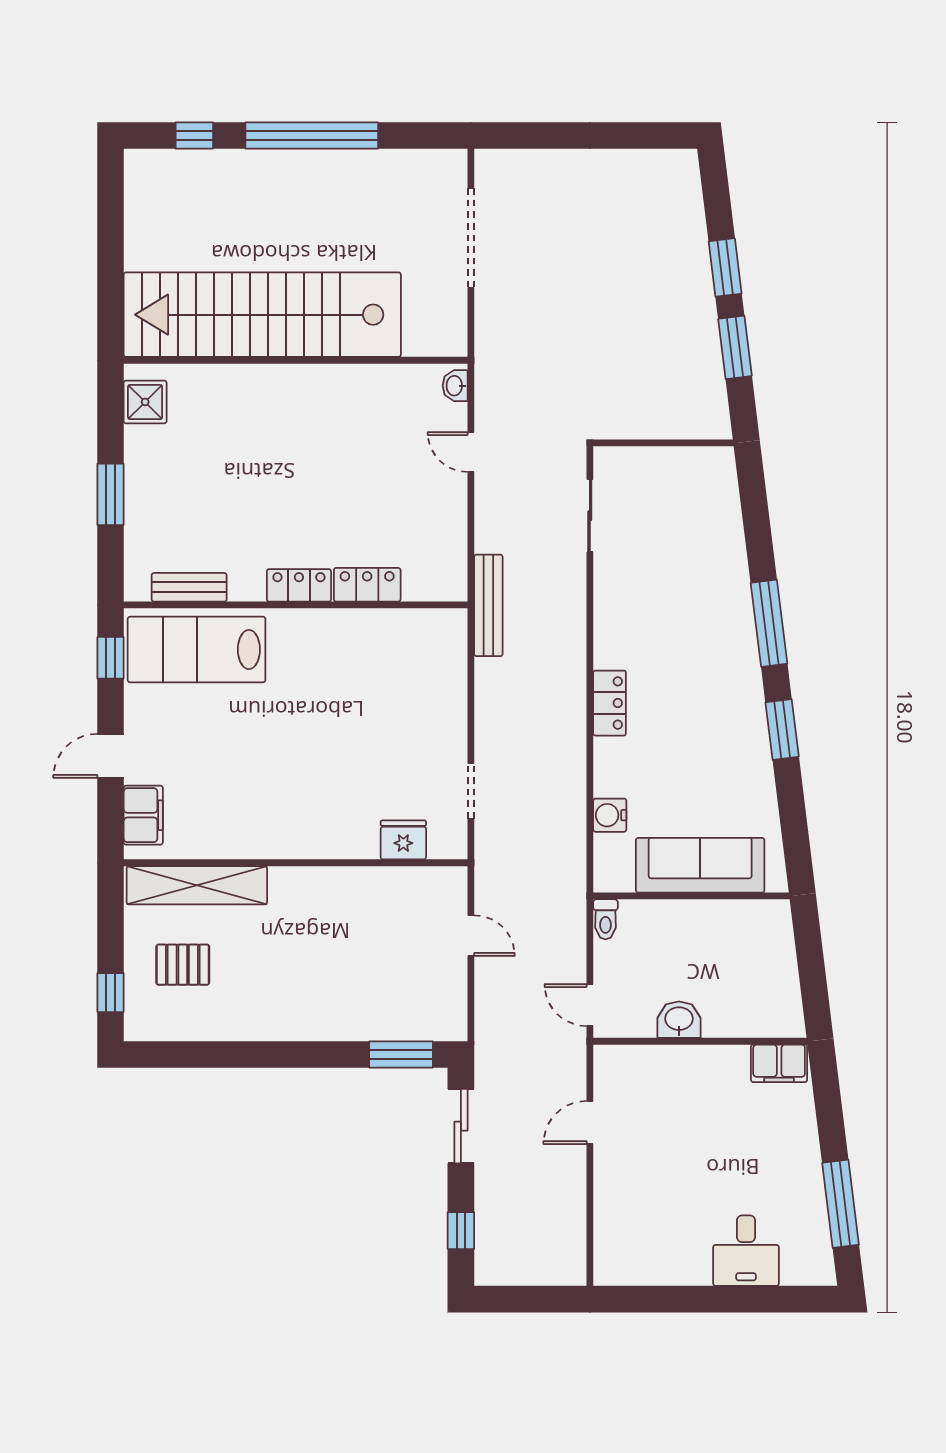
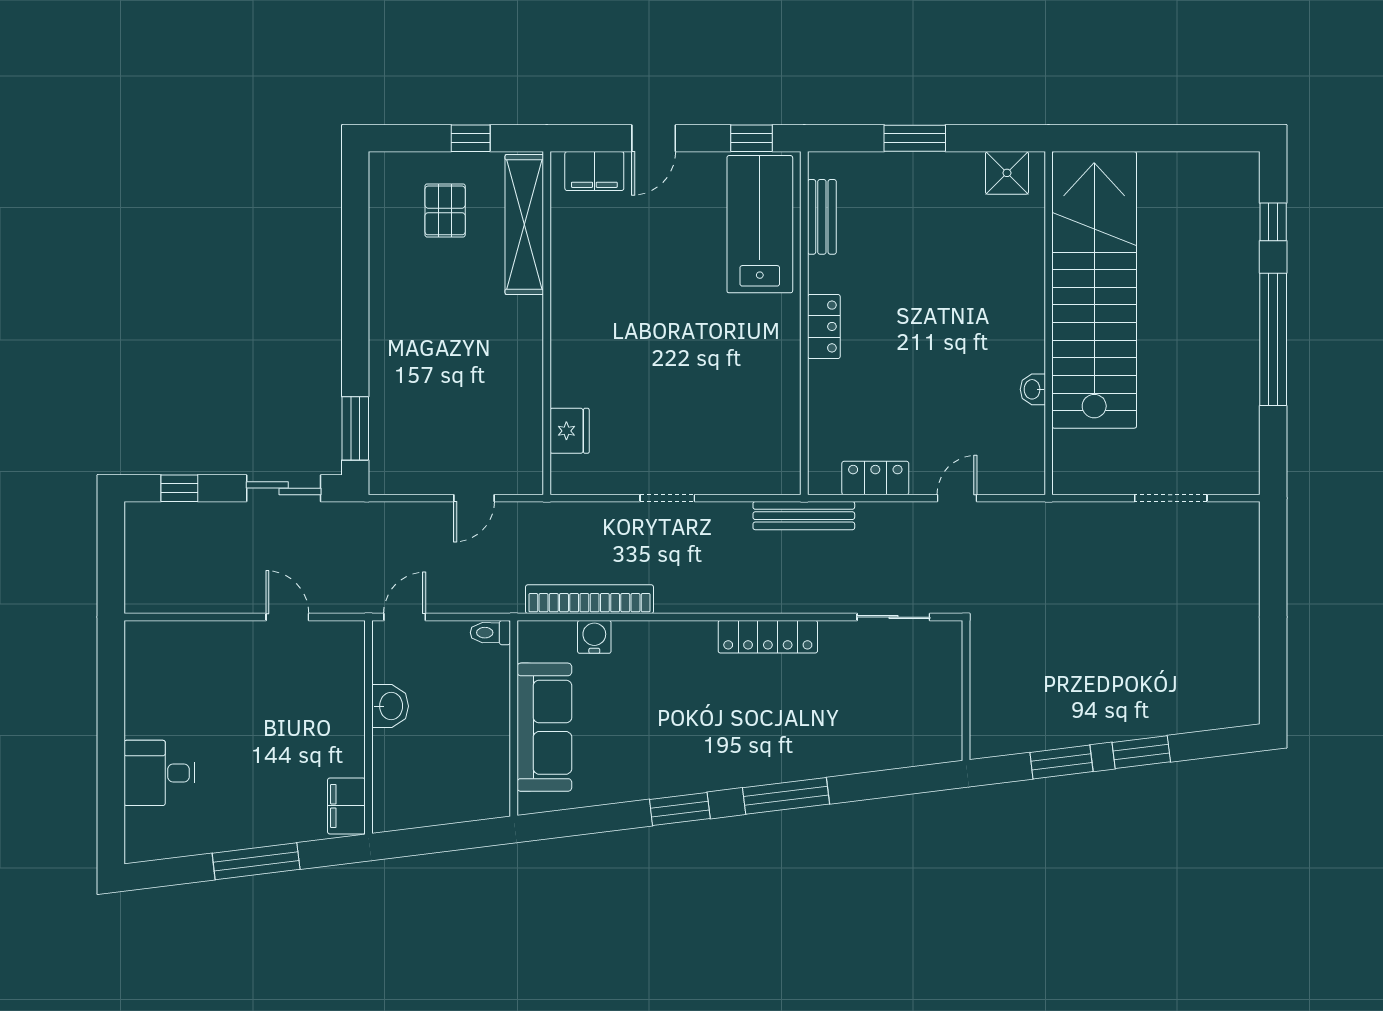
doorway: (471, 238) -> (1171, 498), width x0.73
washbasin: (455, 386) -> (1033, 389), moved, turned -90
locker: (367, 585) -> (875, 478), moved, turned -90
locker: (610, 703) -> (768, 637), moved, width x1.53
door: (110, 756) -> (654, 138), swing flipped
doorway: (471, 791) -> (667, 498), moved
bookcase: (572, 820) -> (590, 599), added
window: (110, 993) -> (471, 138), moved
window: (841, 1204) -> (256, 861), moved

